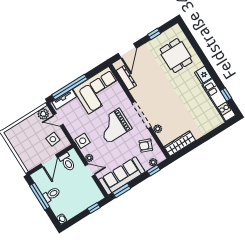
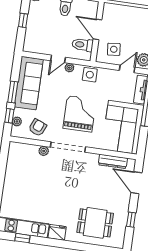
wardrobe: (180, 144) -> (14, 159), removed
window: (122, 191) -> (13, 92), moved
window: (94, 208) -> (23, 20), moved

